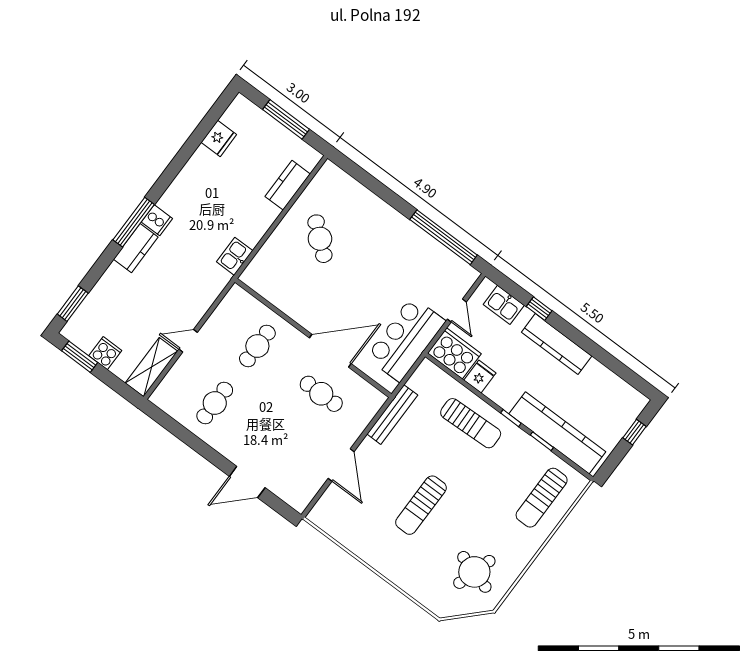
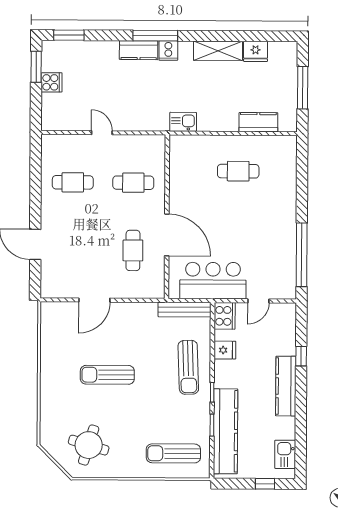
cafe table: (320, 239) -> (238, 171), turned 50
kitchen sink: (504, 305) -> (285, 454), moved
cooker: (454, 353) -> (225, 316), width x0.73, depth x0.76
shelving: (152, 367) -> (218, 51), moved
bench: (392, 415) -> (185, 310), moved

